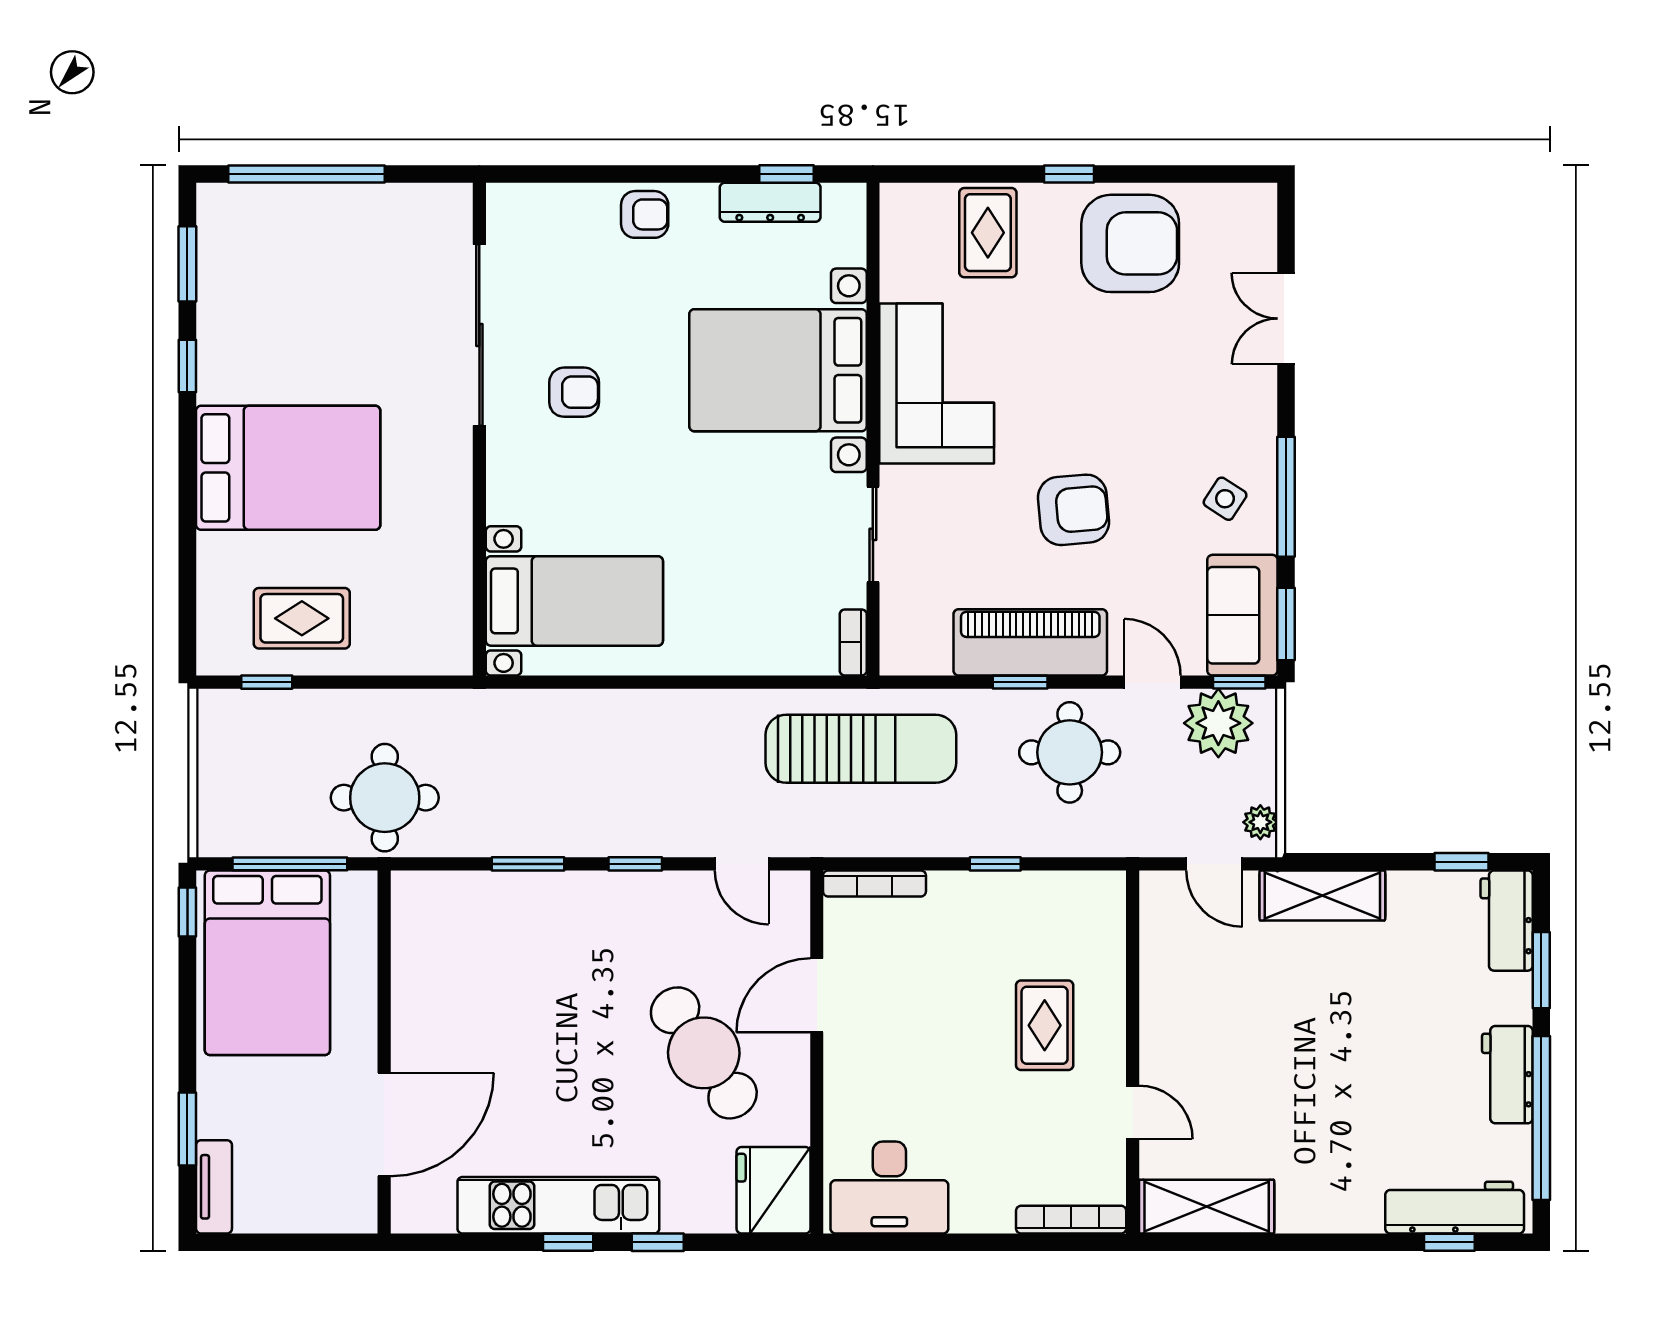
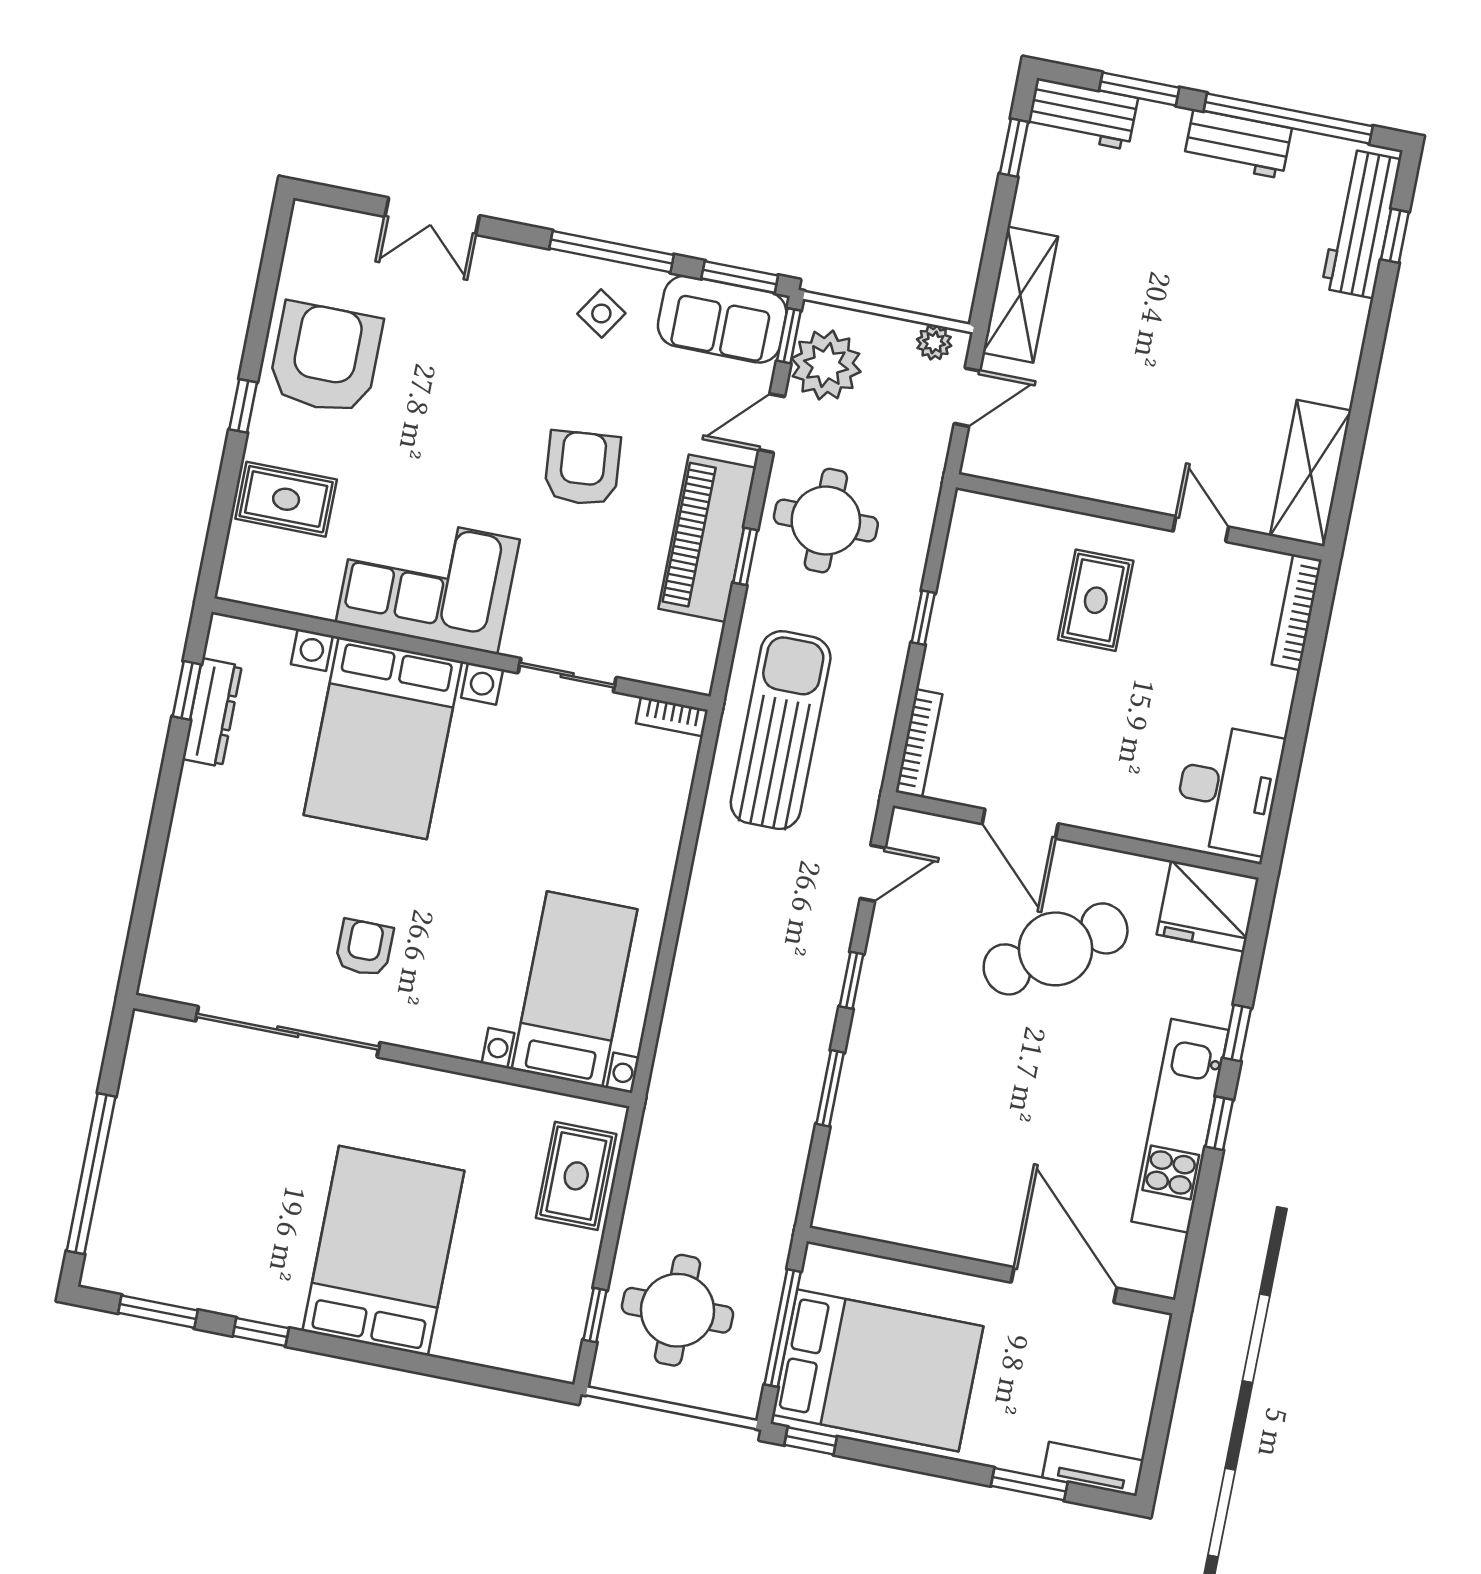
armchair: (645, 214) -> (199, 841), removed
rug: (302, 618) -> (576, 1176), moved
round table: (385, 798) -> (678, 1310), moved
rug: (1045, 1025) -> (1096, 600), turned 90
door: (1133, 1112) -> (1201, 529), hinge flipped

